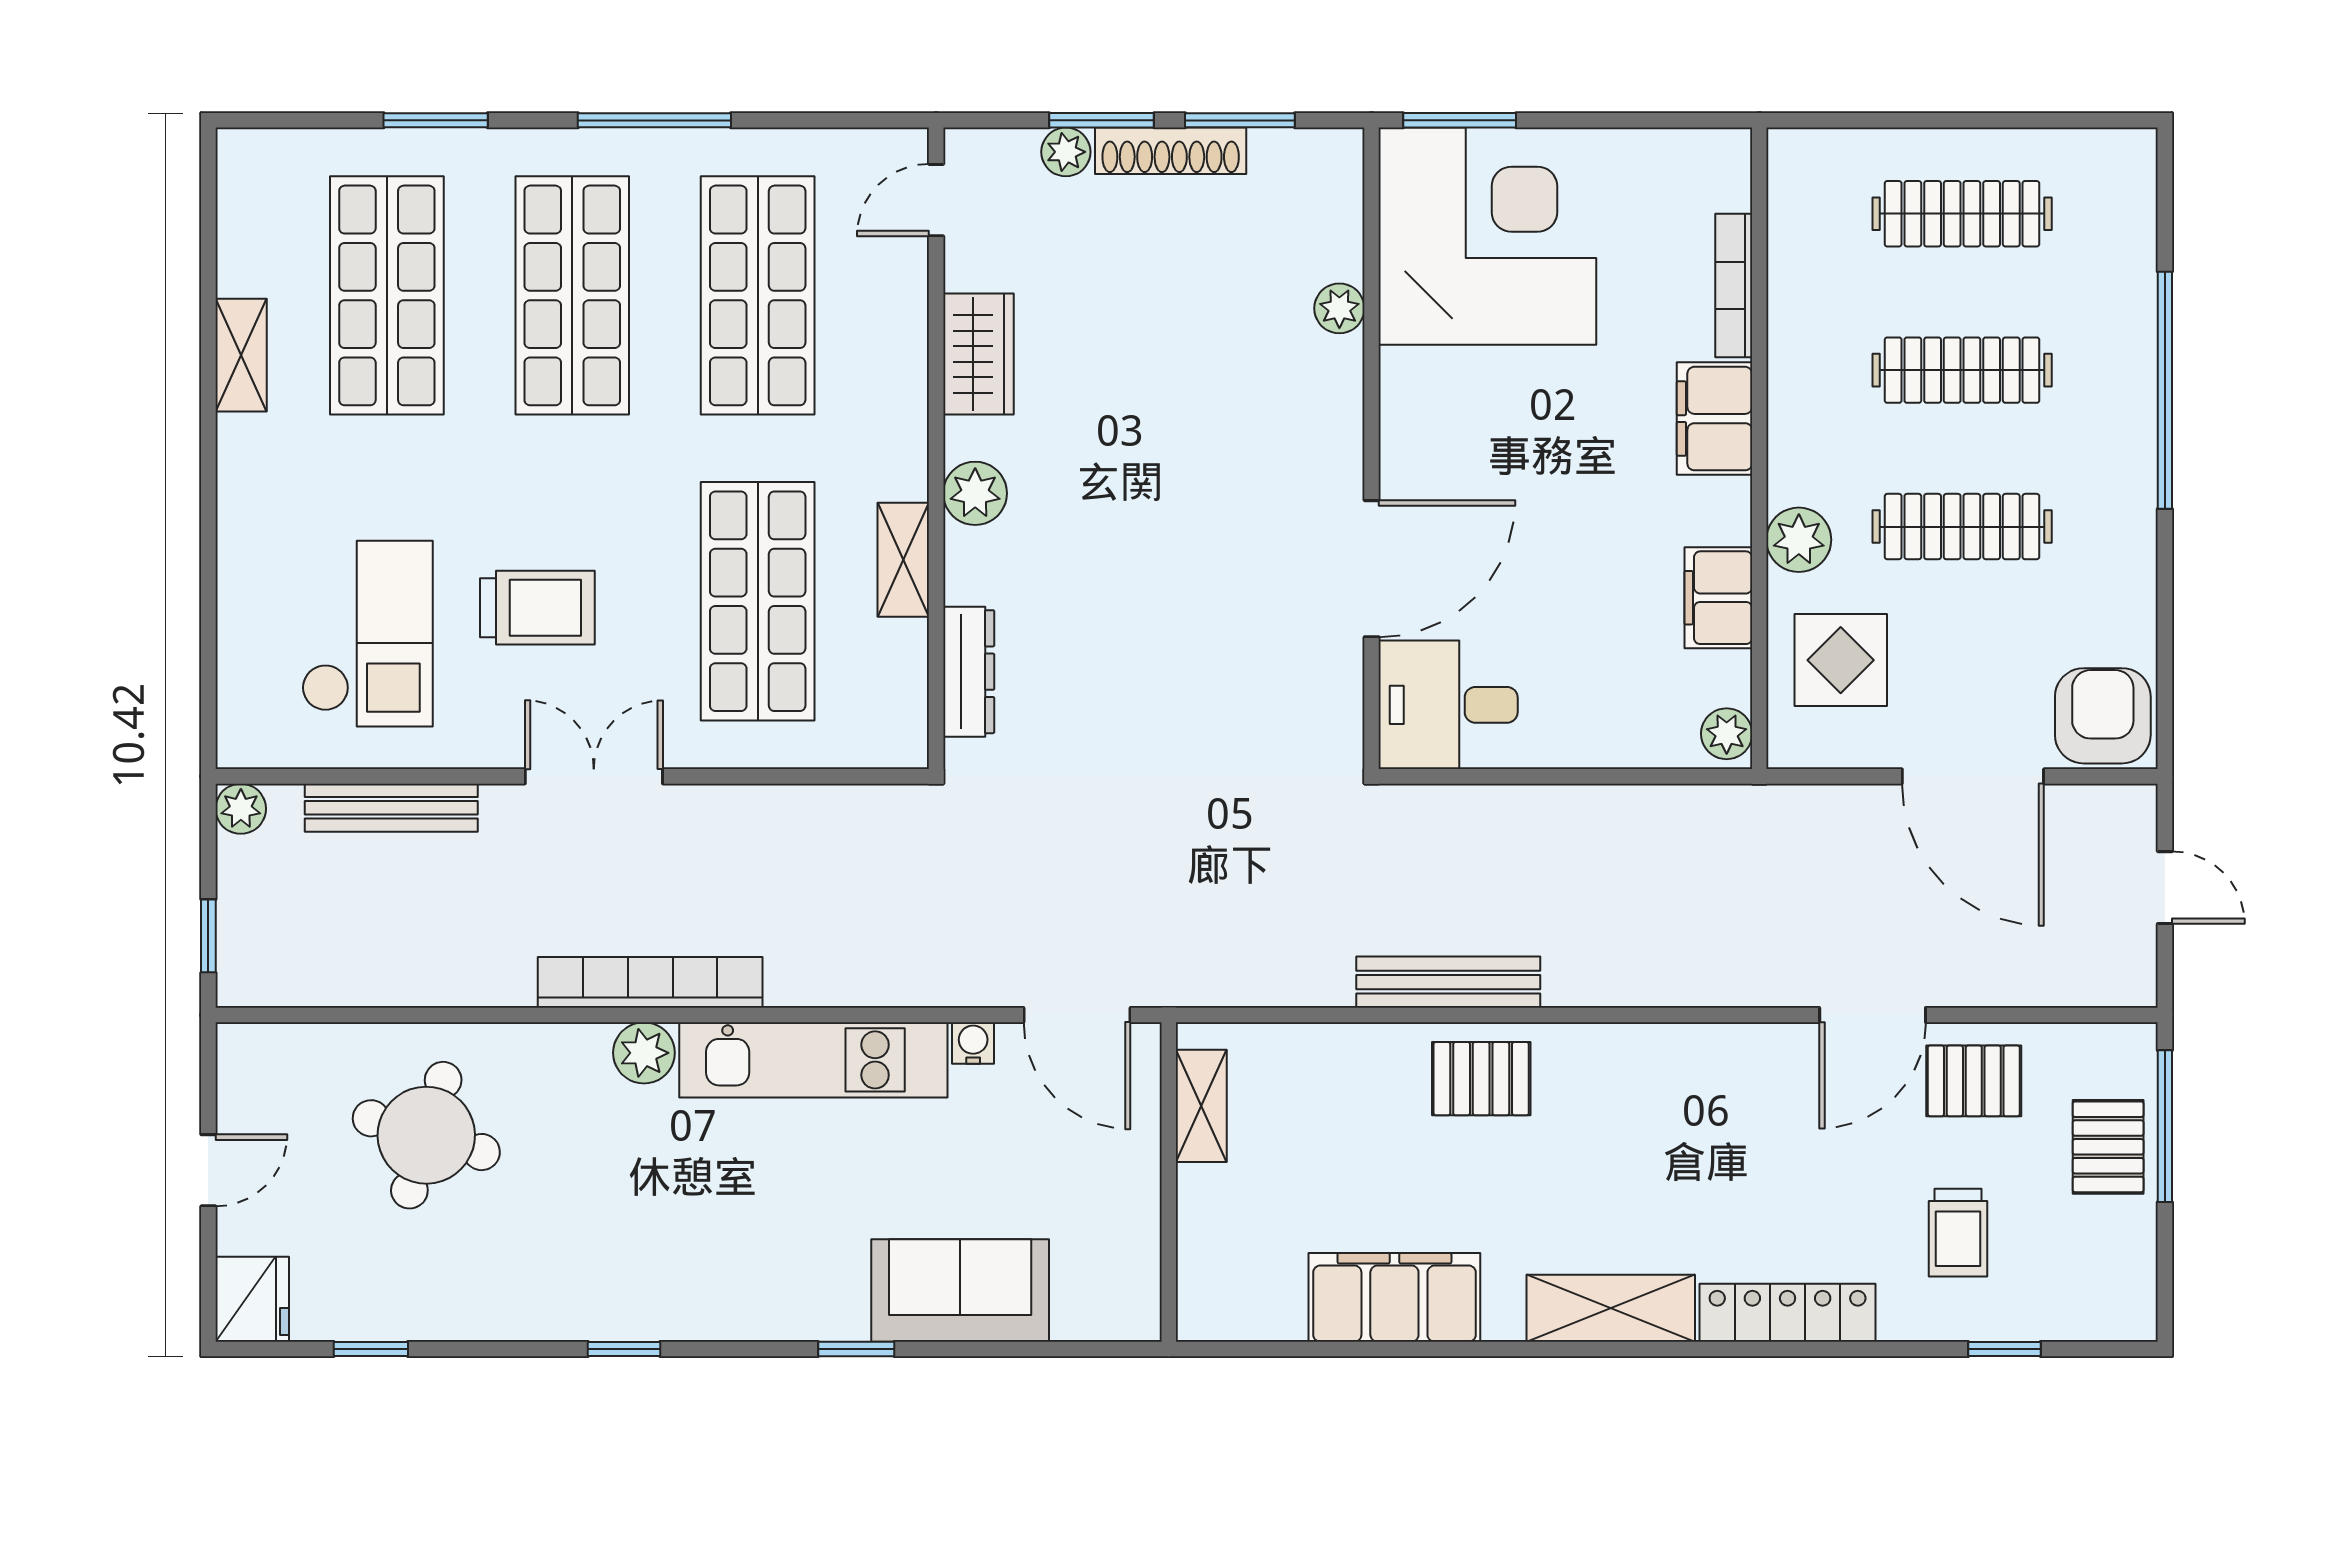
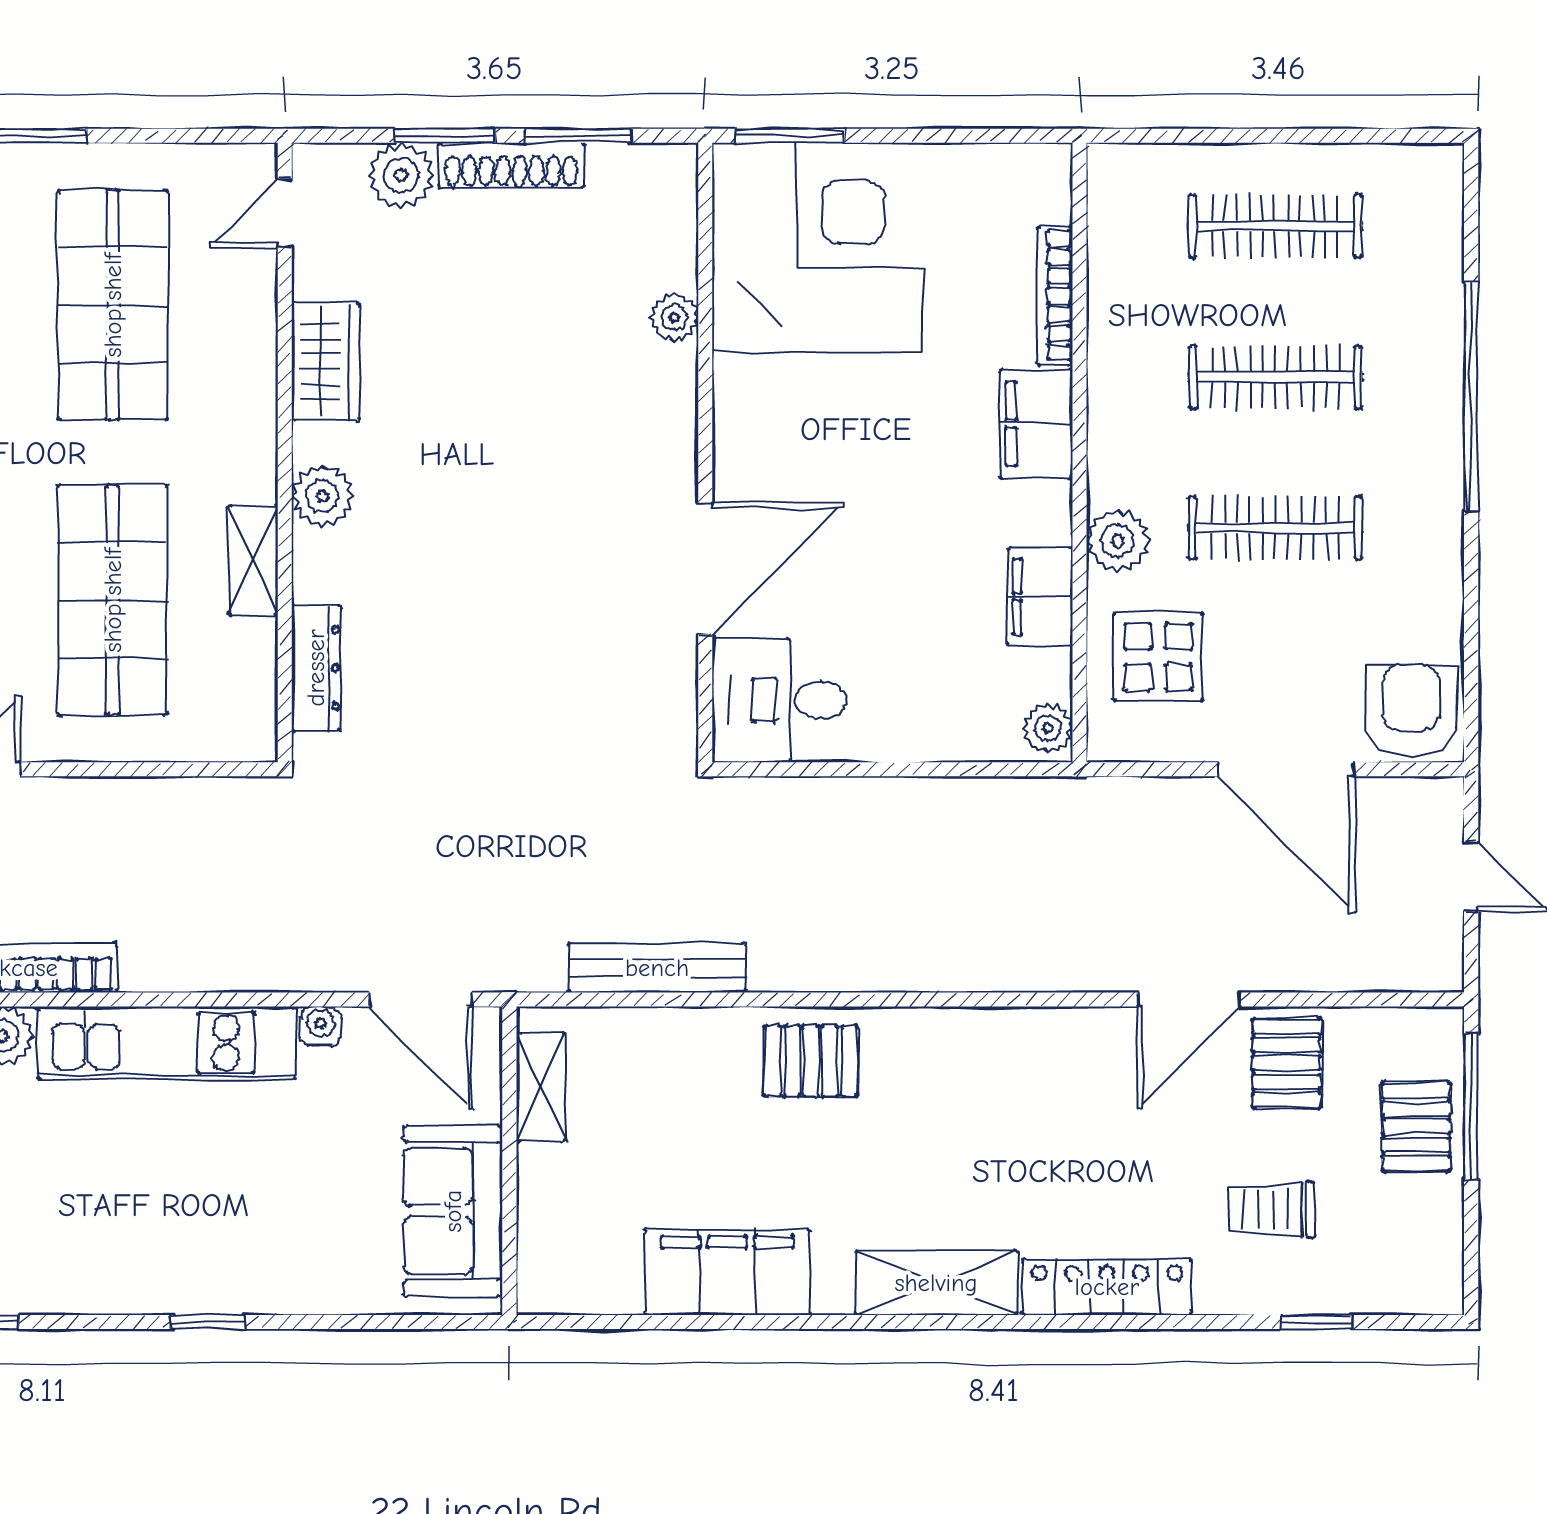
plant: (1066, 152) -> (401, 175), width x1.38, depth x1.38
bench: (1448, 982) -> (657, 968), moved
pallet: (1974, 1081) -> (1287, 1063), turned 90
trolley: (1958, 1233) -> (1271, 1210), turned 90
sofa: (960, 1291) -> (453, 1211), moved, turned -90

